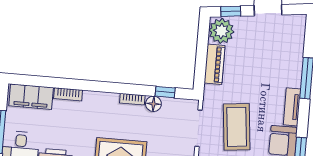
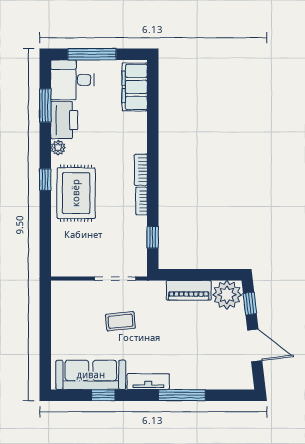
bookcase: (68, 94) -> (141, 170), moved
floor lamp: (153, 104) -> (138, 225), removed
coffee table: (237, 127) -> (120, 321), width x0.54, depth x0.58

